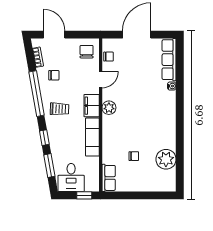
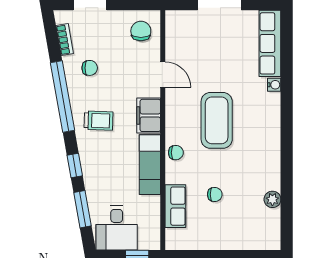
chair: (108, 57) -> (176, 153), moved
door: (101, 80) -> (163, 75), hinge flipped
plant: (109, 108) -> (176, 119), removed
coffee table: (135, 109) -> (217, 120), added
plant: (166, 159) -> (272, 199), width x0.53, depth x0.53
row of seats: (109, 178) -> (175, 206), moved

